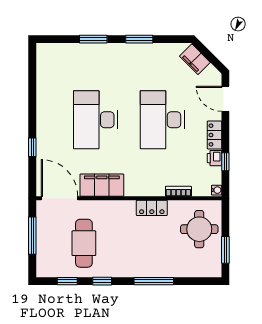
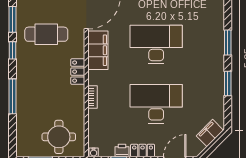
bookcase: (178, 191) -> (92, 97), moved
locker: (152, 208) -> (78, 72), moved
window: (67, 281) -> (13, 19), width x1.50

